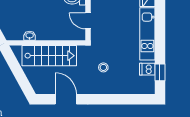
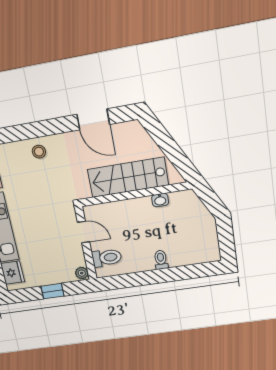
stool: (103, 67) -> (39, 152), moved

